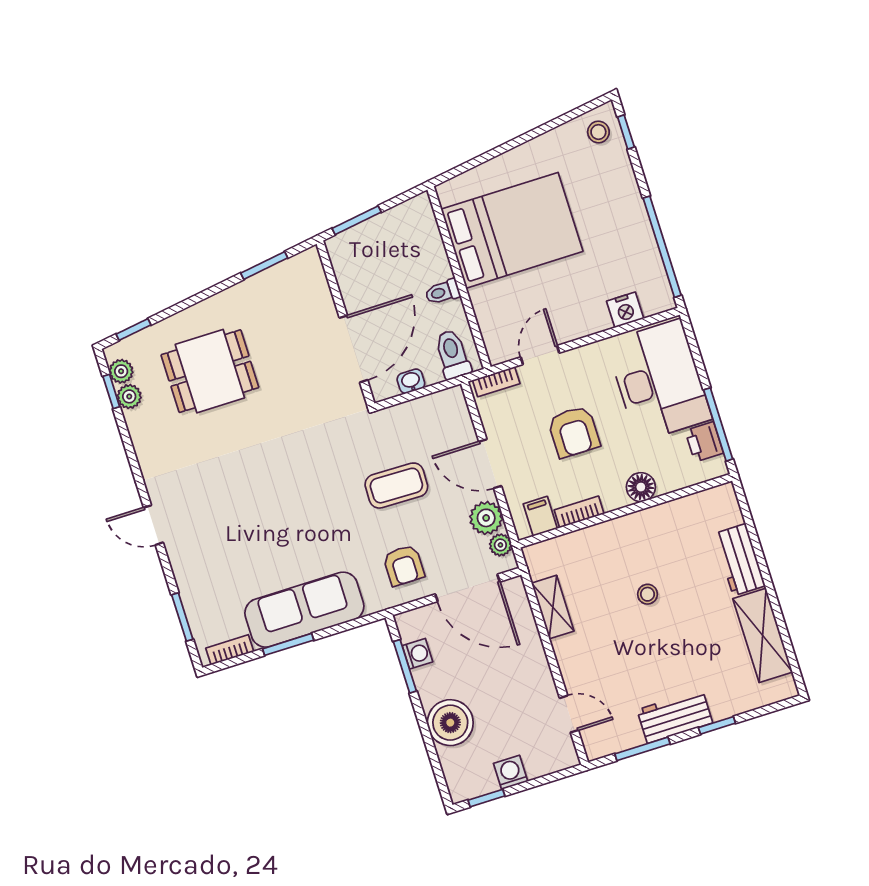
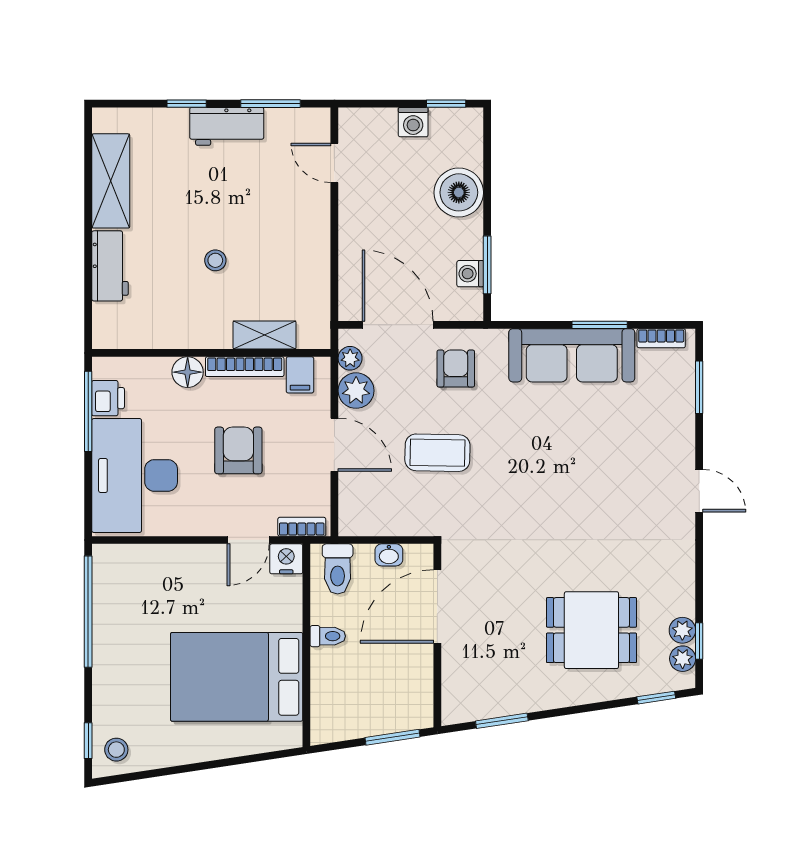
nightstand: (625, 310) -> (286, 559), moved
bookcase: (579, 512) -> (245, 367), width x1.56
shelving: (553, 607) -> (265, 335), moved, turned 90

